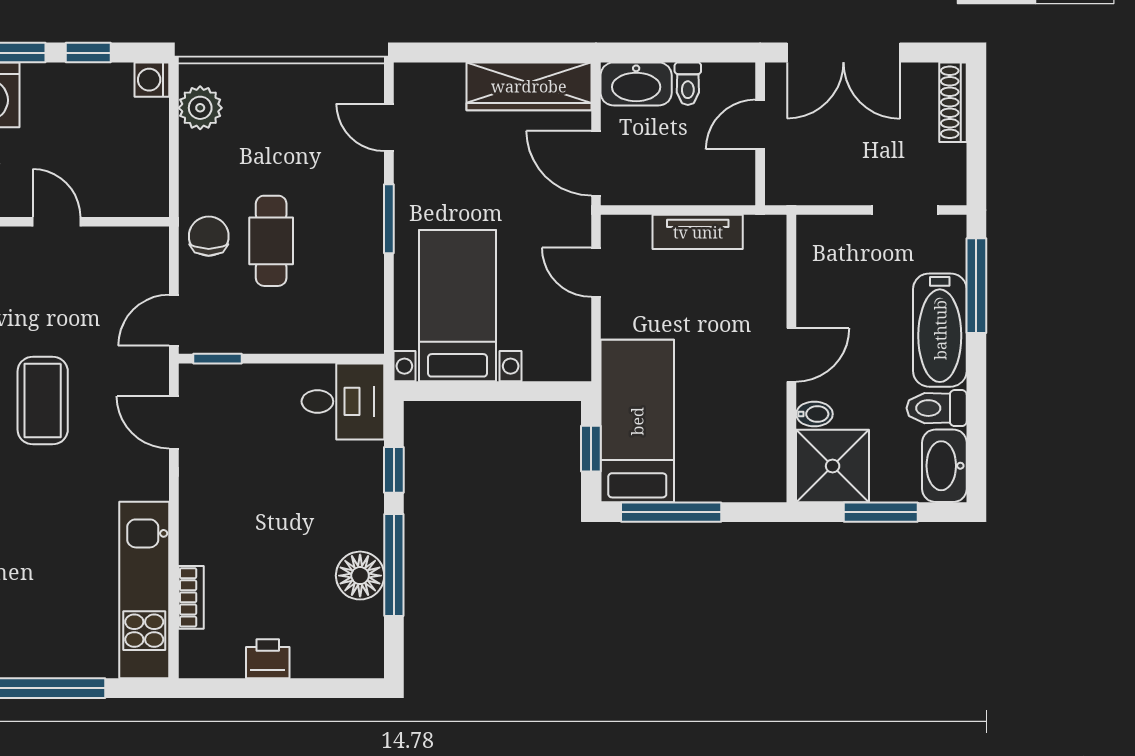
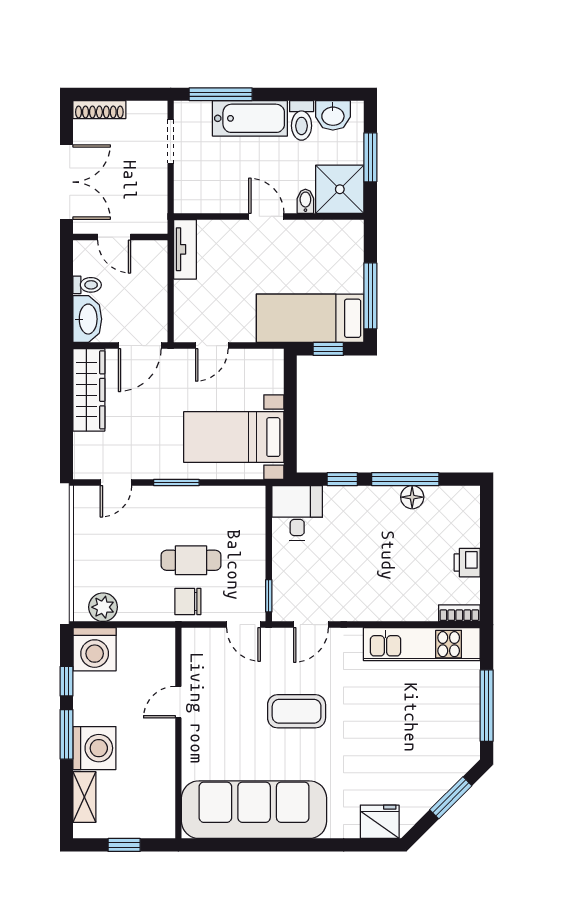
washing machine: (152, 80) -> (95, 649), width x1.89, depth x1.89
tv unit: (698, 232) -> (185, 249), moved
washbasin: (944, 466) -> (333, 115), width x0.72
floor lamp: (360, 576) -> (412, 497), width x0.73, depth x0.73
bookcase: (191, 597) -> (459, 613), moved

